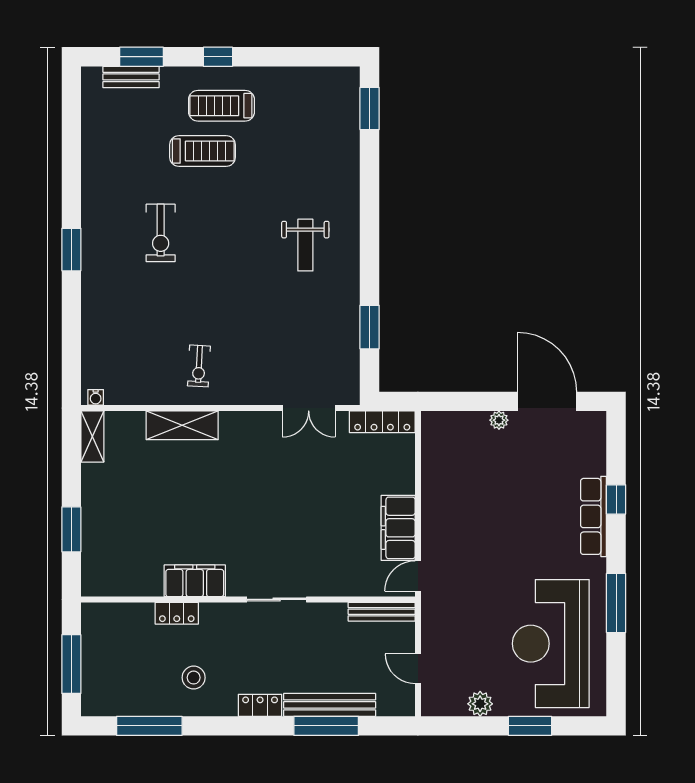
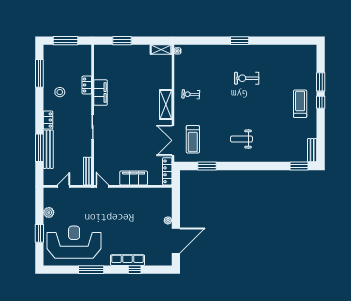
window: (141, 57) -> (321, 82), moved
bench: (131, 77) -> (312, 150), moved
treadmill: (203, 151) -> (193, 139), moved
double door: (309, 408) -> (173, 140), width x1.37
shelving: (182, 425) -> (166, 105), moved
filing cabinet: (398, 528) -> (134, 178), moved

